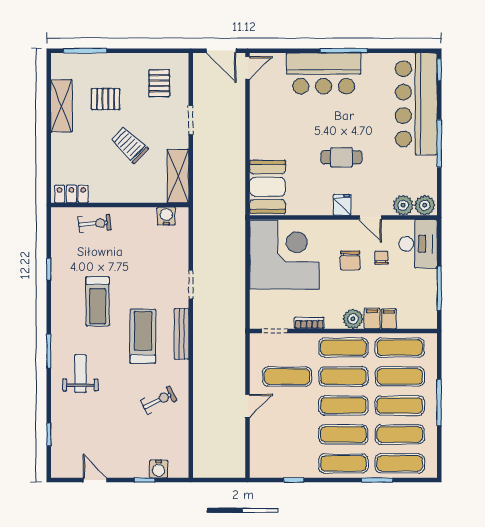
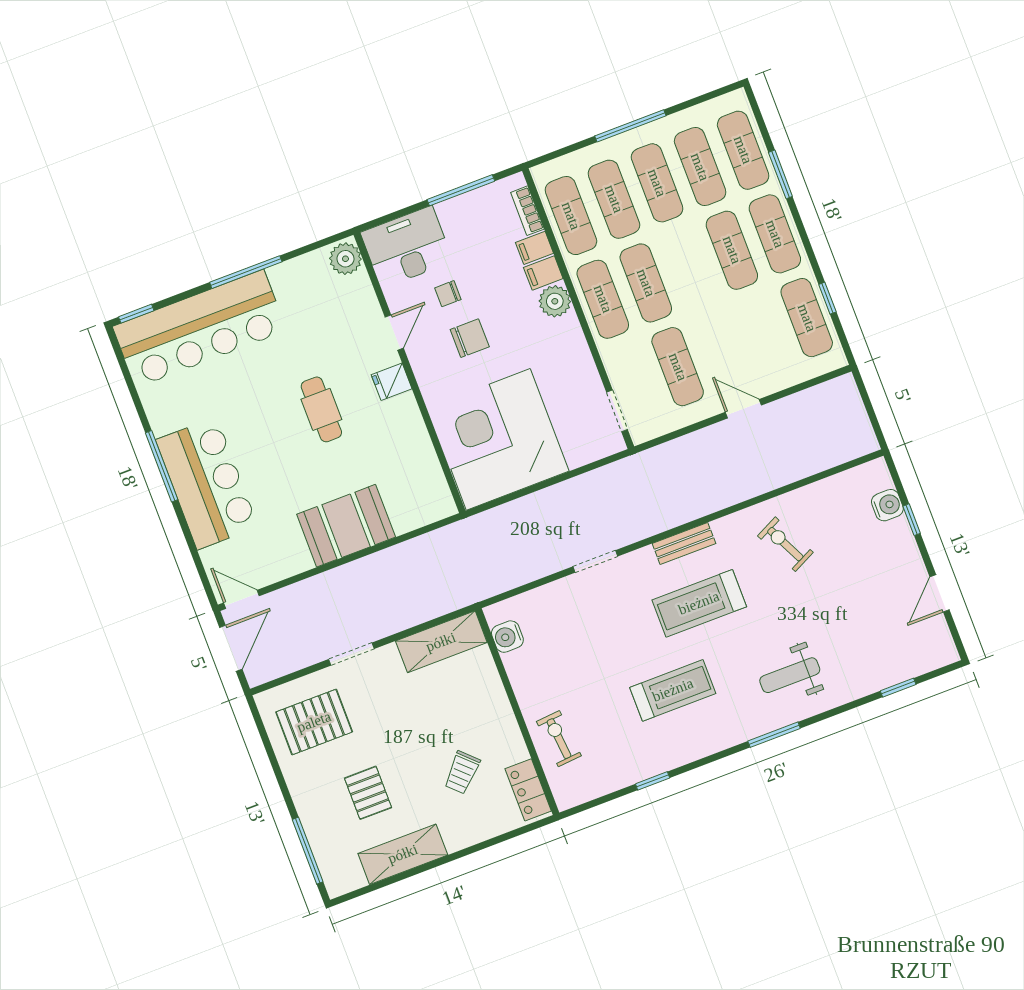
pallet: (159, 83) -> (314, 722), width x1.50, depth x1.42
trolley: (129, 145) -> (462, 772), moved, width x0.73, depth x0.72
booth: (268, 187) -> (346, 526), moved
plant: (403, 205) -> (358, 291), removed
bookcase: (309, 323) -> (527, 211), moved
bench: (182, 334) -> (684, 543), width x0.73
exercise mat: (343, 405) -> (807, 318), moved

